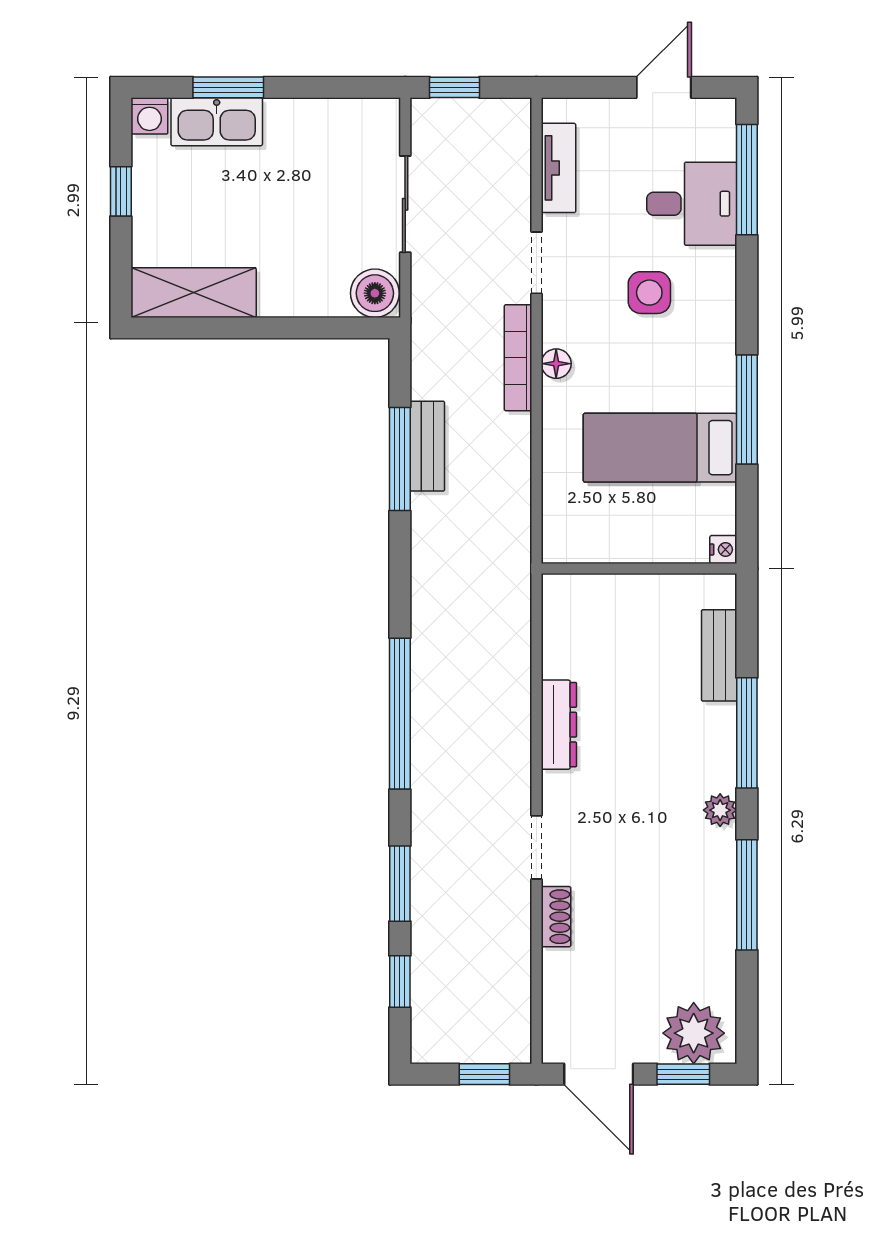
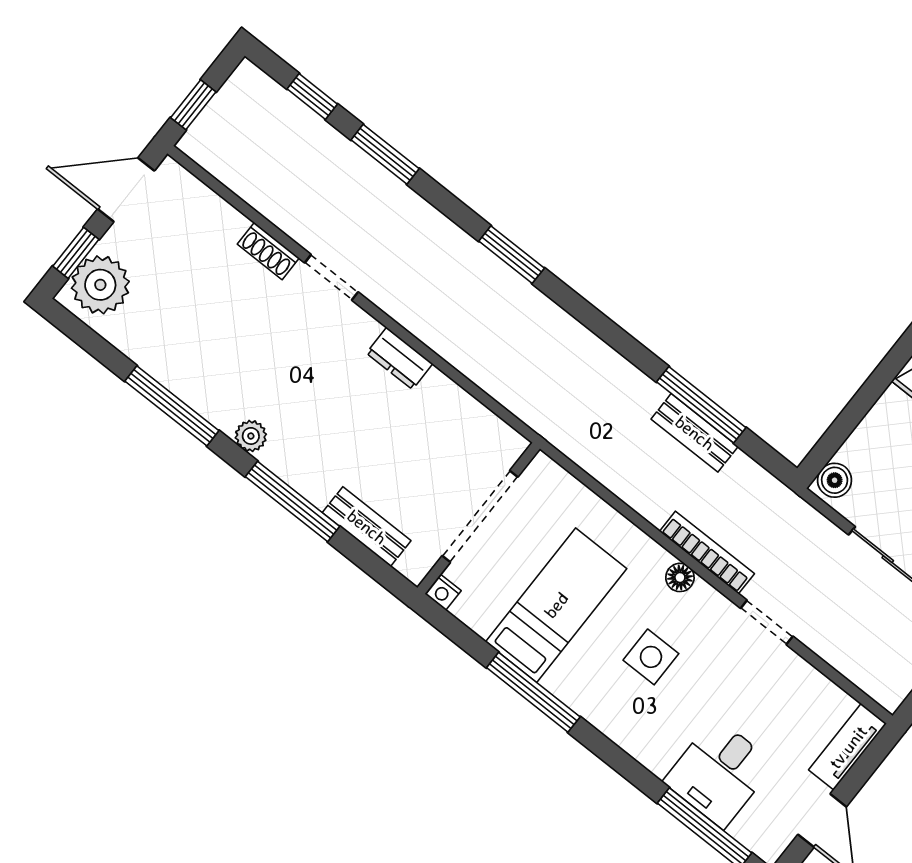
tv unit: (558, 168) -> (848, 747), moved, turned 90
boiler: (375, 293) -> (835, 480), width x0.73, depth x0.73
side table: (649, 293) -> (651, 657), moved
doorway: (637, 568) -> (480, 516), added
window: (400, 714) -> (512, 255), width x0.47
dresser: (559, 725) -> (399, 358), width x0.70

